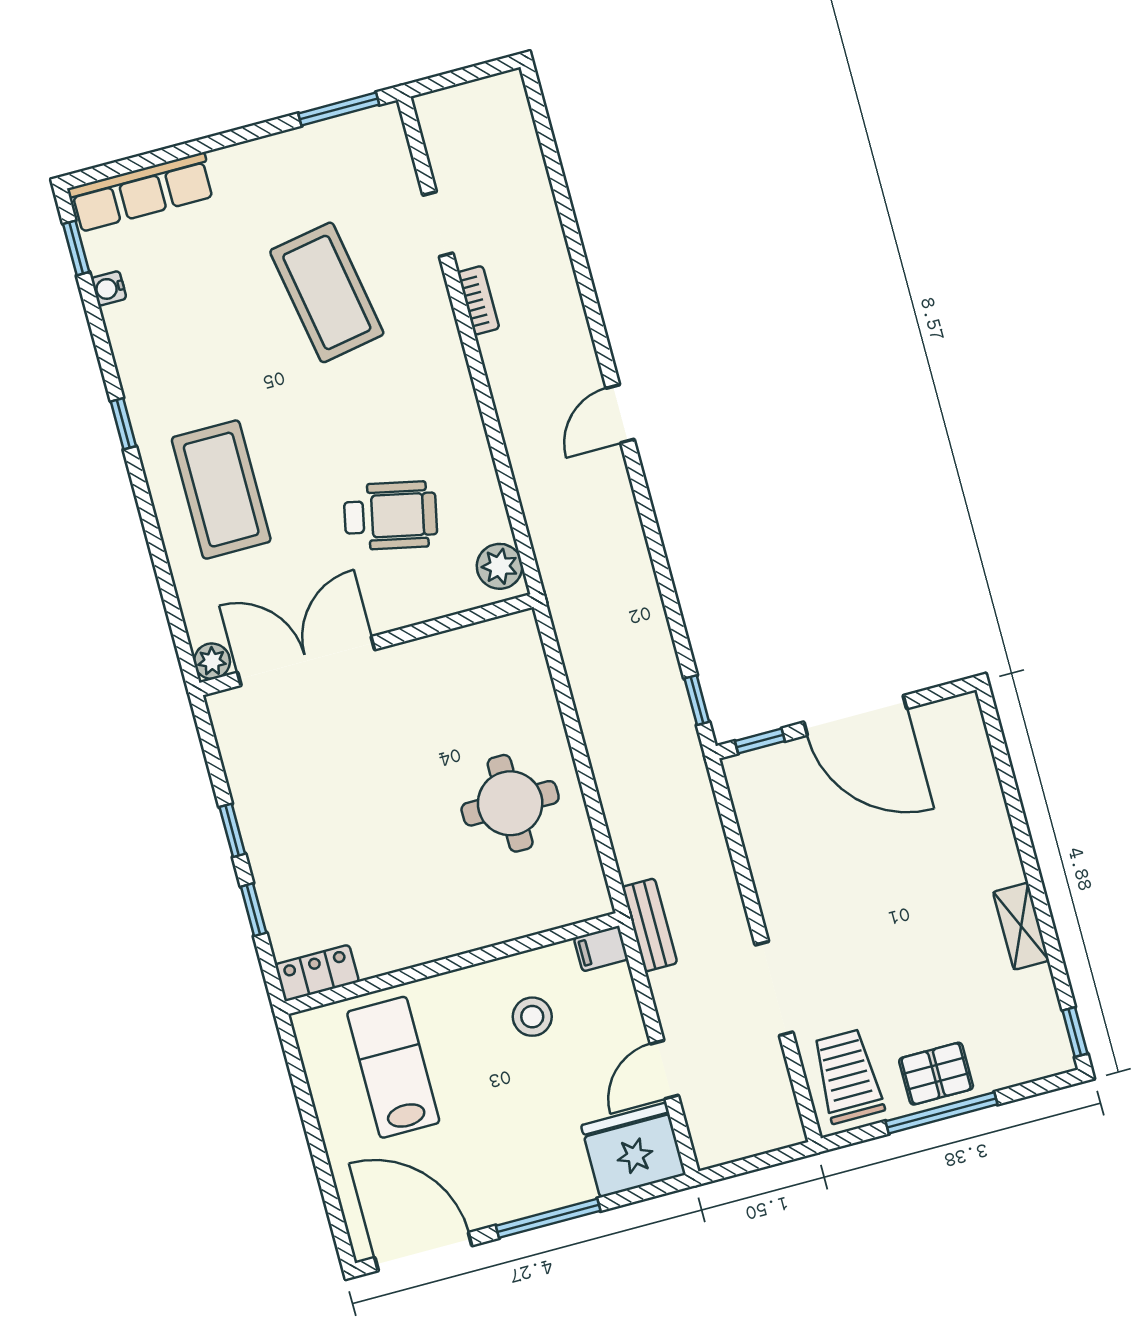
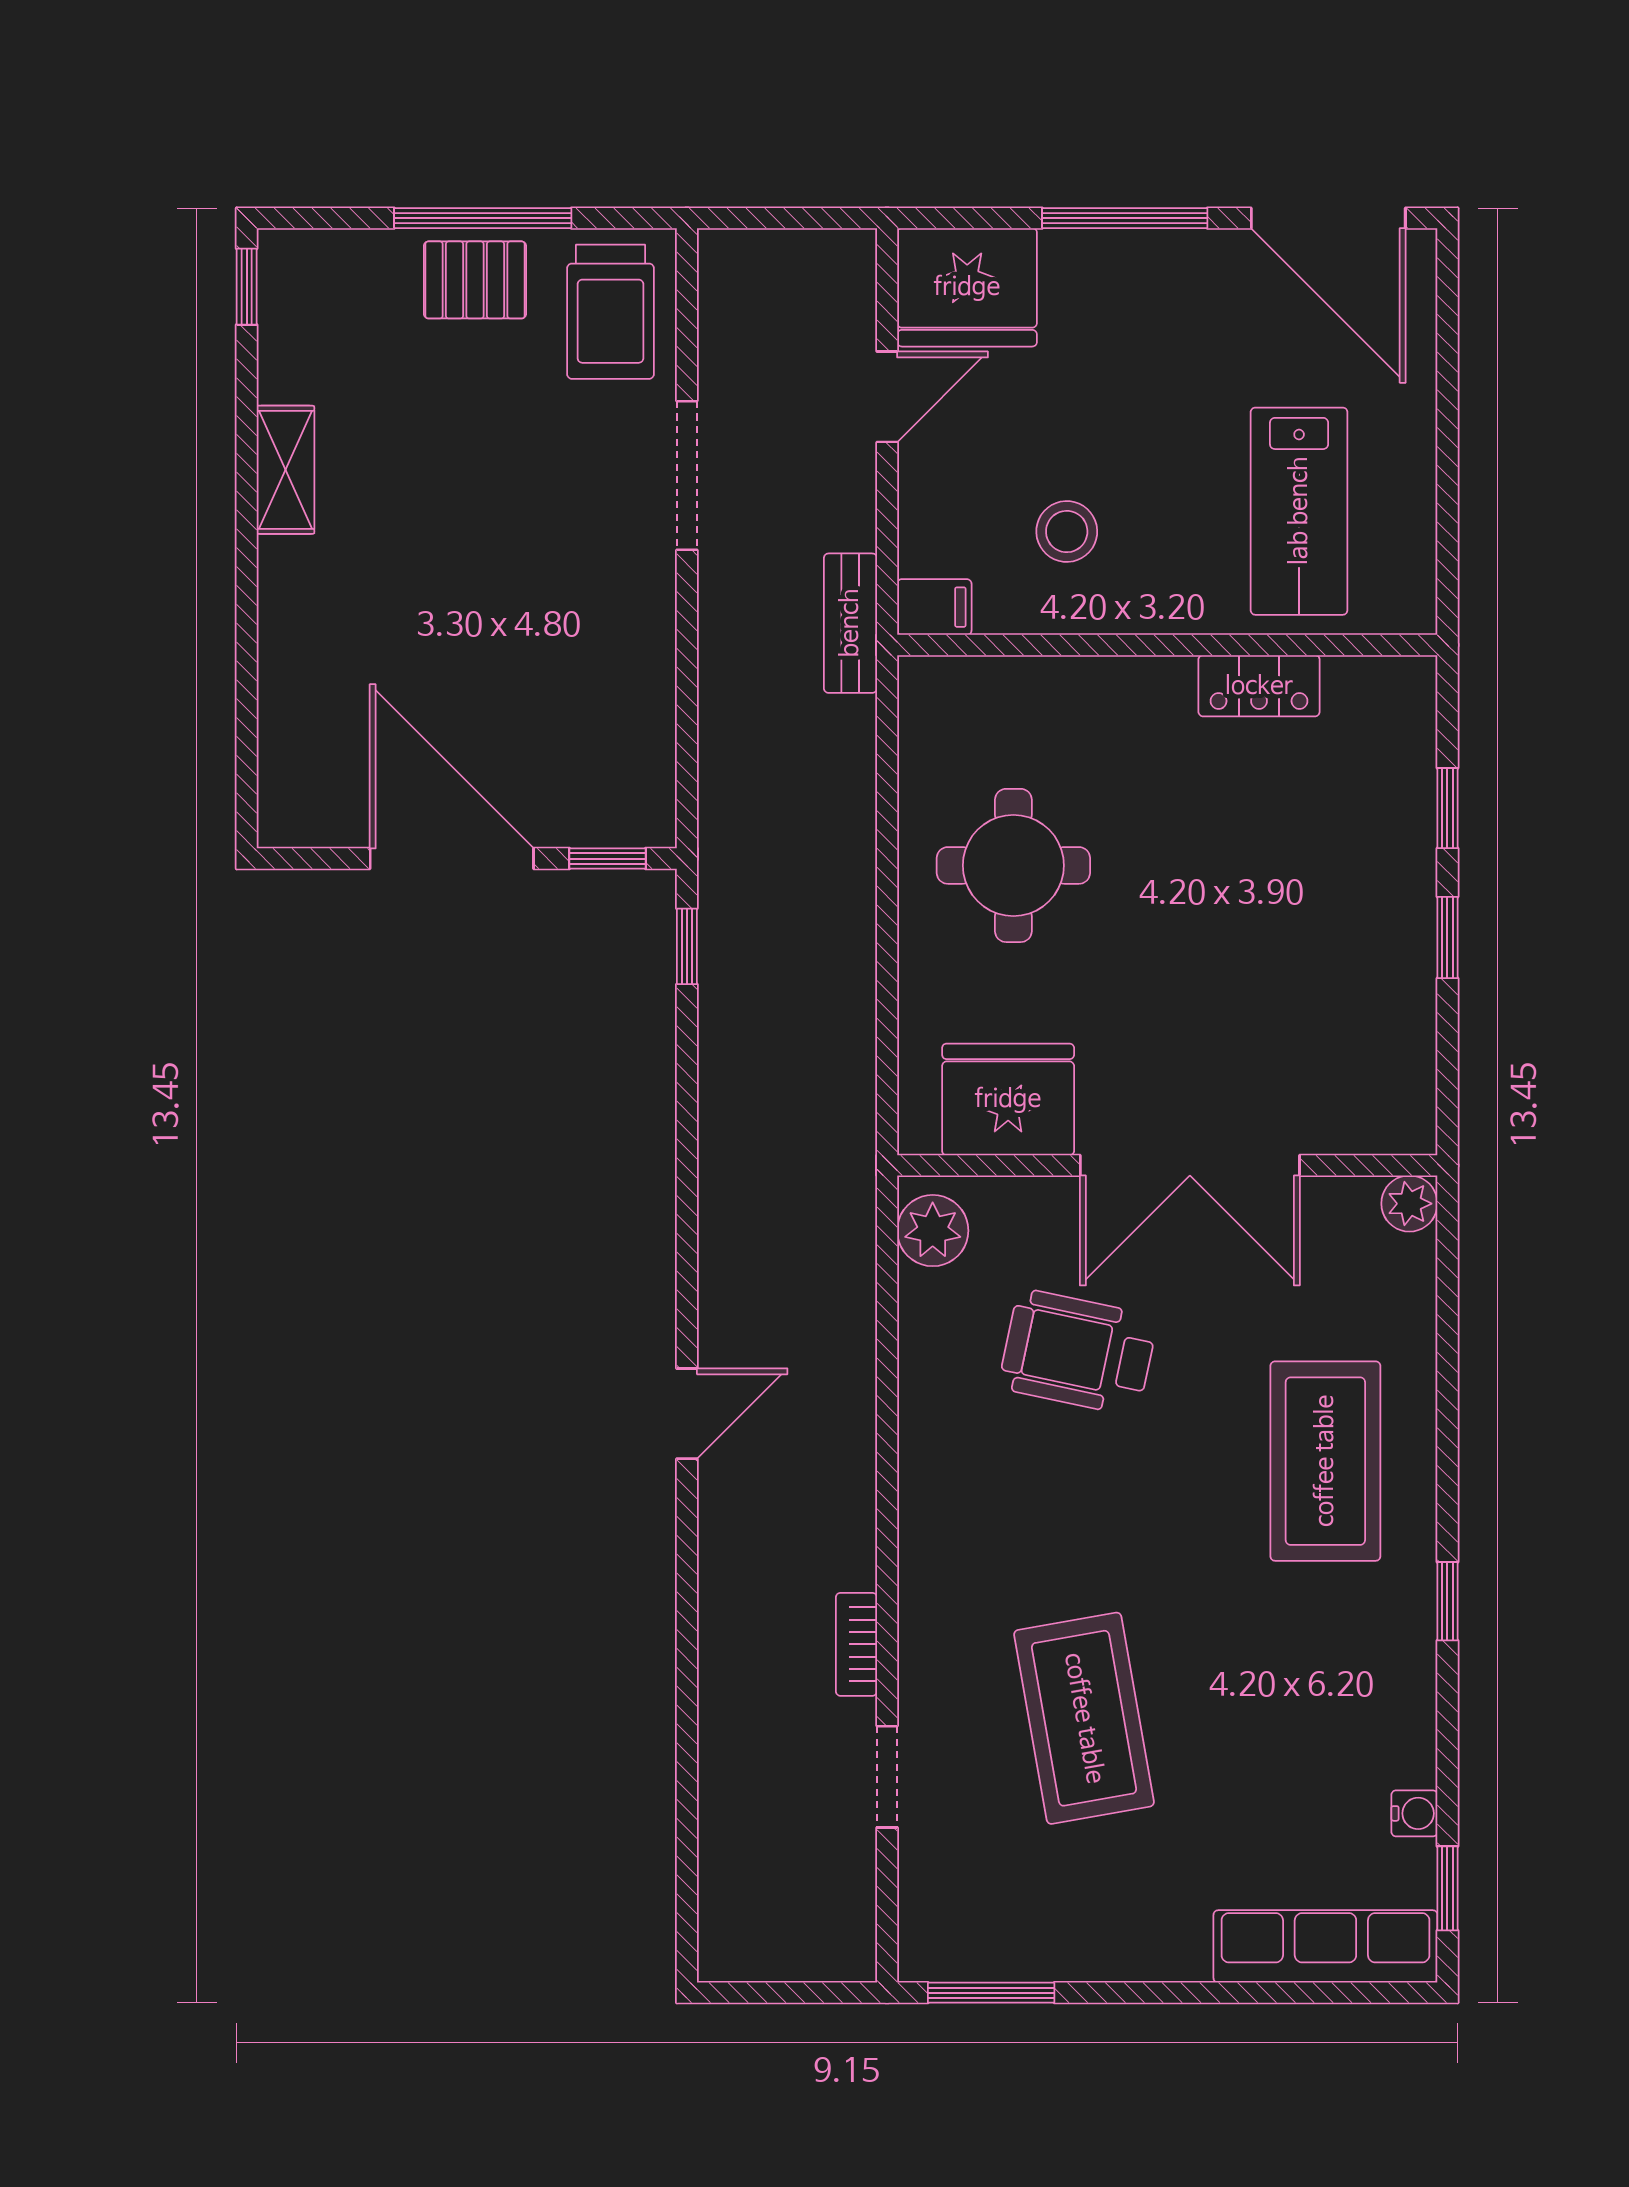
fridge: (475, 659) -> (1008, 1099), added
double door: (306, 661) -> (1190, 1165), moved
locker: (317, 973) -> (1259, 686), moved

